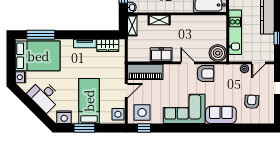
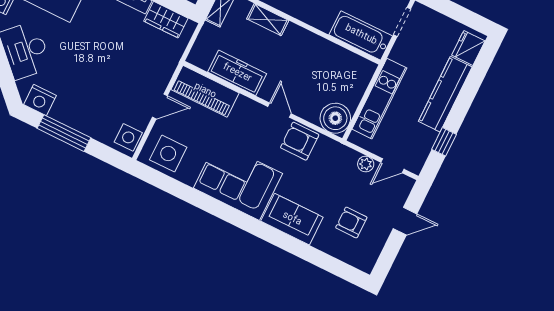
freezer: (161, 55) -> (237, 73), width x1.40
armchair: (205, 74) -> (300, 141), turned 180
bed: (89, 101) -> (93, 94), removed
armchair: (252, 102) -> (351, 222), turned -93
window: (84, 128) -> (64, 133), width x1.44
window: (144, 128) -> (159, 180), removed

